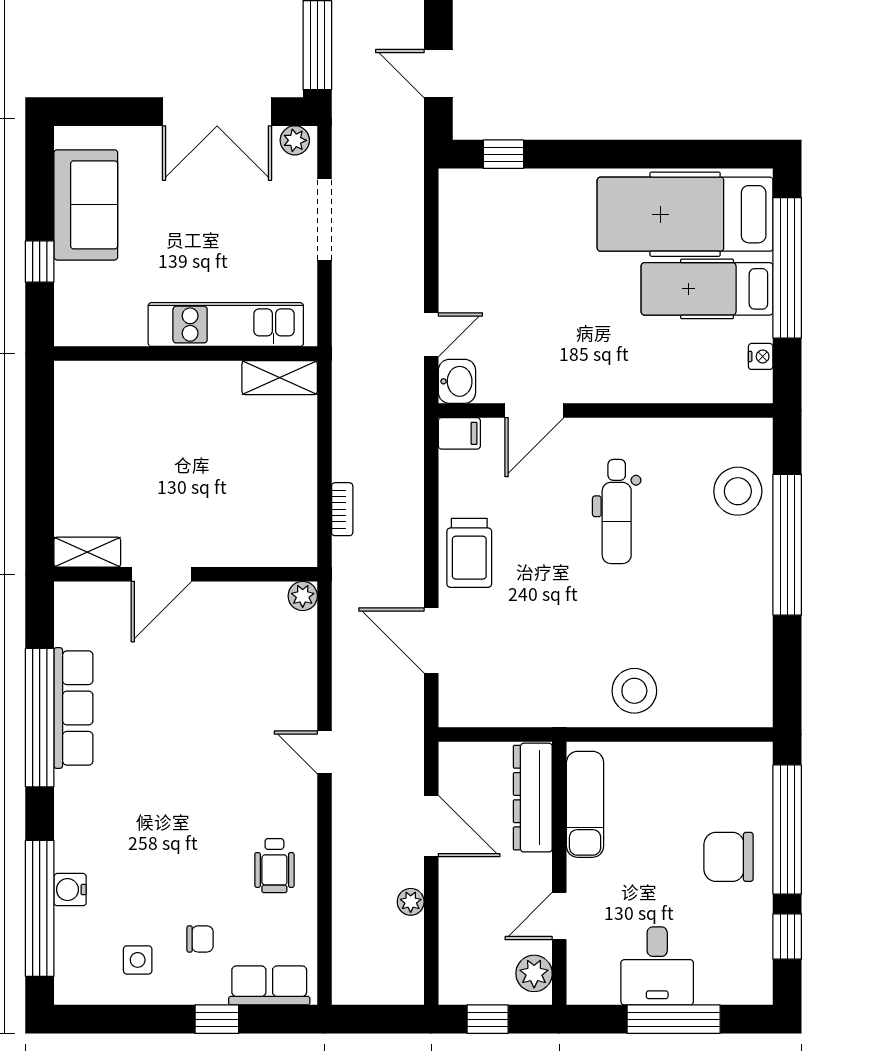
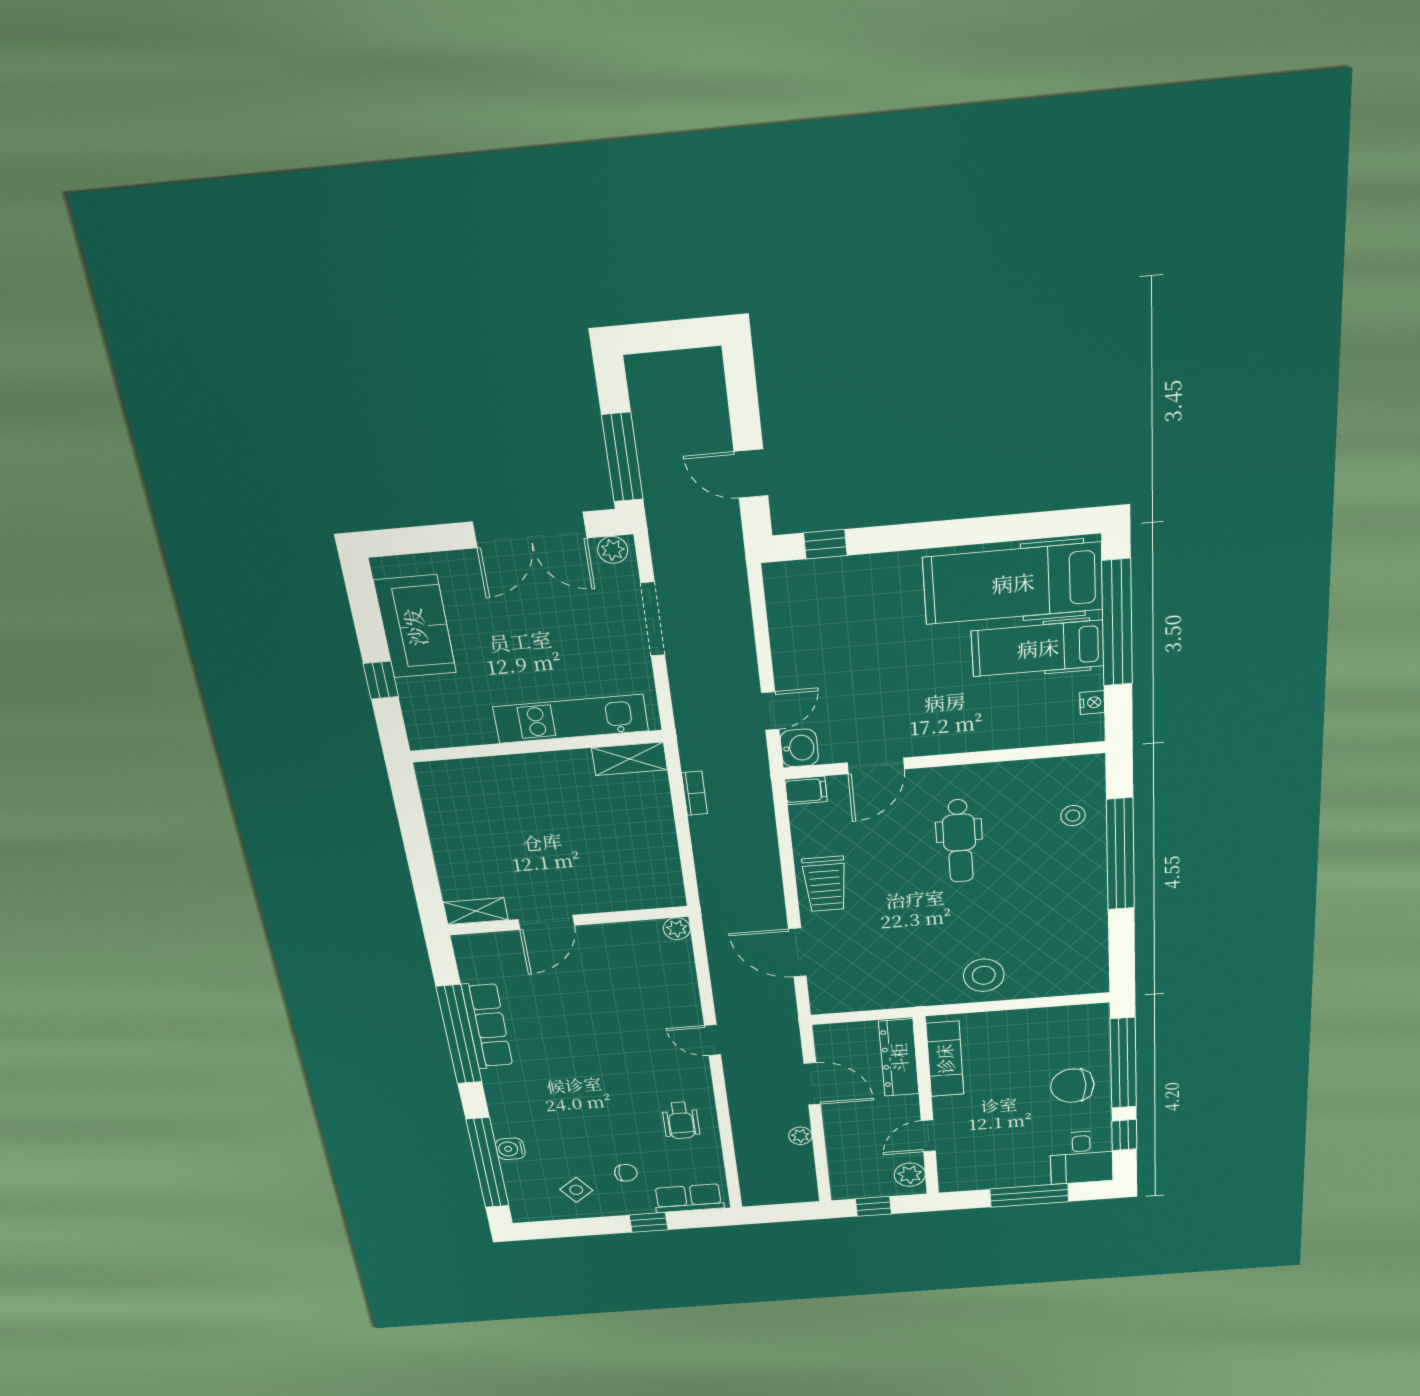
stool: (738, 491) -> (1073, 816), width x0.53, depth x0.53
bookcase: (342, 509) -> (694, 793), moved
side table: (138, 960) -> (576, 1190), turned -37
desk: (657, 966) -> (1081, 1157), moved

